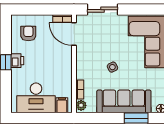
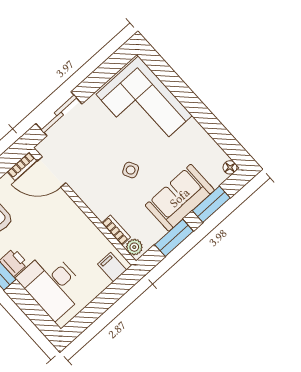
desk: (36, 98) -> (52, 285), moved, turned 90
sofa: (124, 101) -> (180, 198), width x0.73
window: (104, 118) -> (174, 238), added

